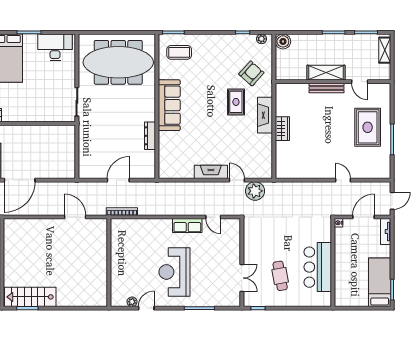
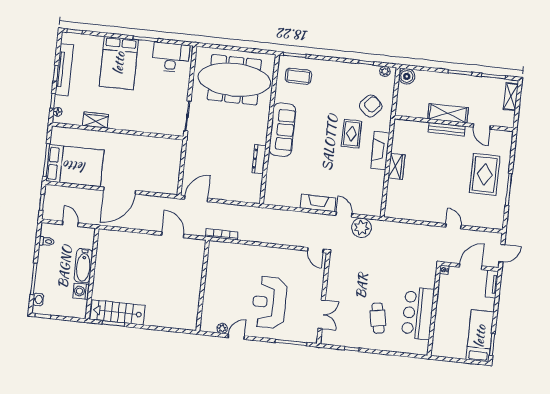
door: (118, 180) -> (196, 199), moved
row of seats: (187, 226) -> (288, 256), removed
wall: (242, 263) -> (323, 298), moved
double door: (242, 278) -> (322, 314), moved

